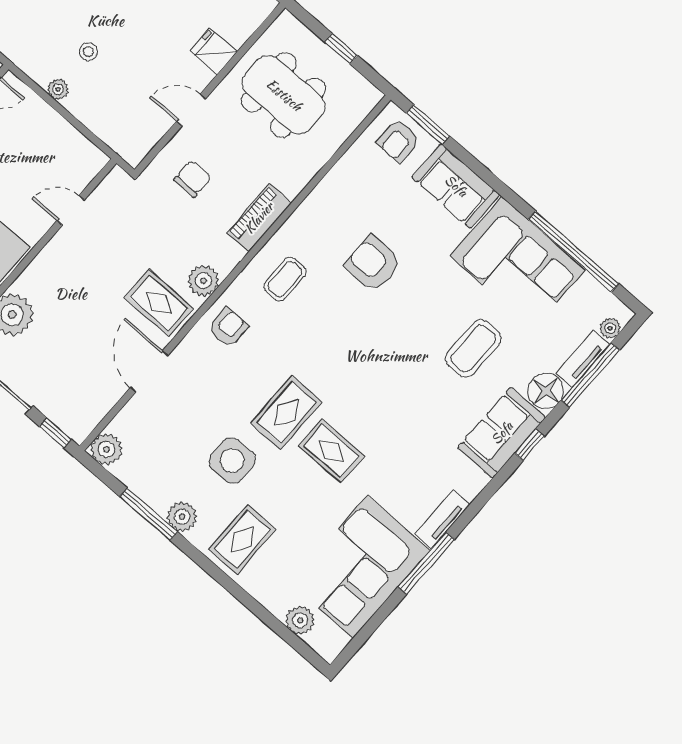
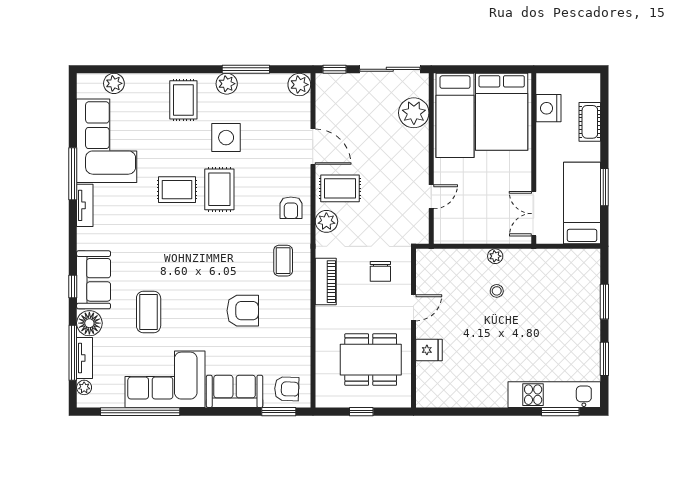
armchair: (399, 141) -> (287, 389), turned 92

